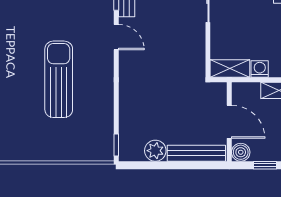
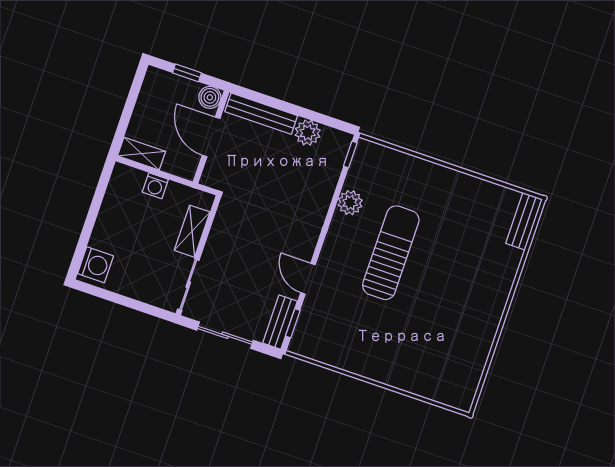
shelving: (230, 69) -> (192, 231), moved, turned 90
sun lounger: (59, 79) -> (391, 253), turned 180
plant: (104, 107) -> (350, 203), added

